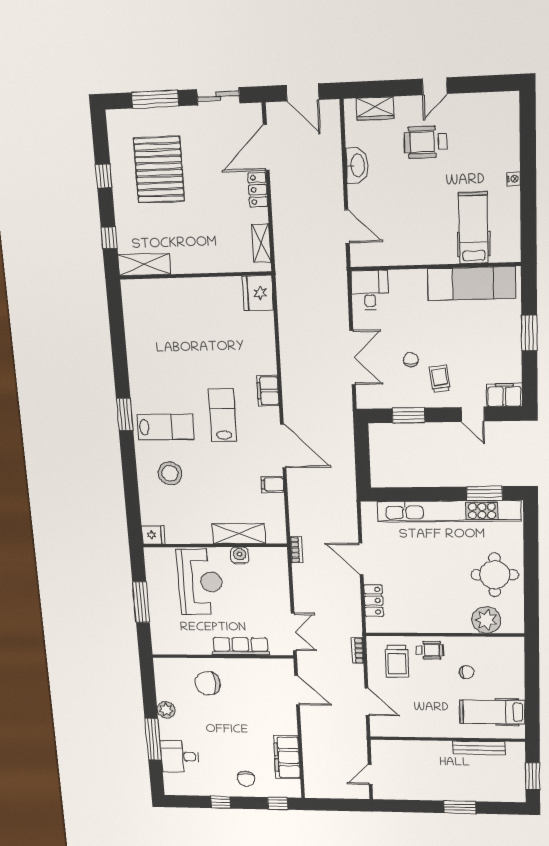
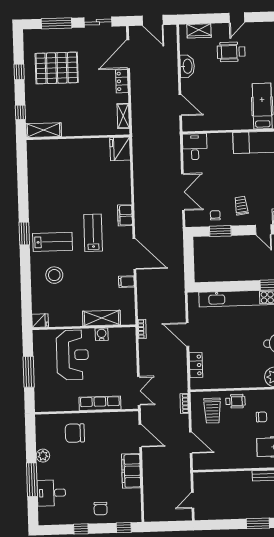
pallet: (159, 170) -> (57, 68), turned 90
chair: (411, 359) -> (215, 215), moved
filing cabinet: (287, 757) -> (131, 471), moved

